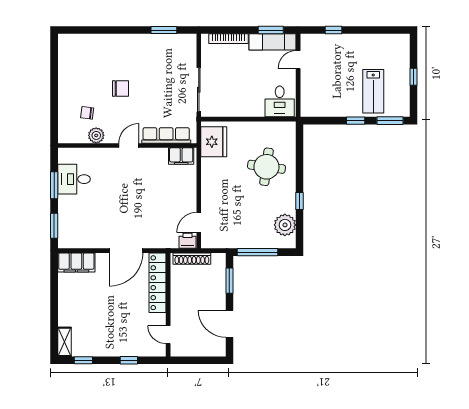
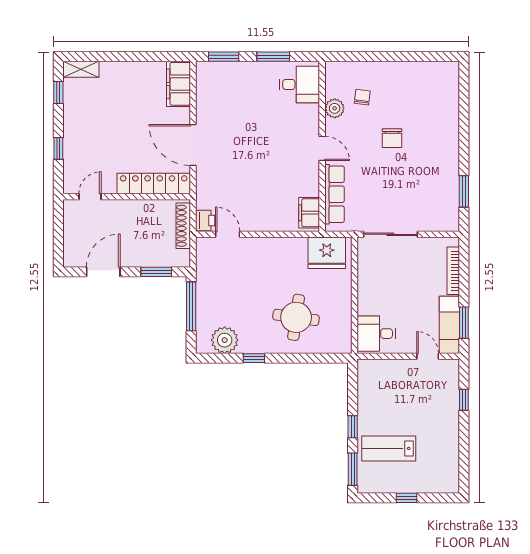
desk: (74, 179) -> (300, 84), moved, turned 90

